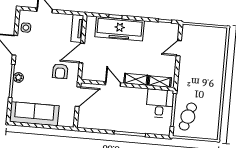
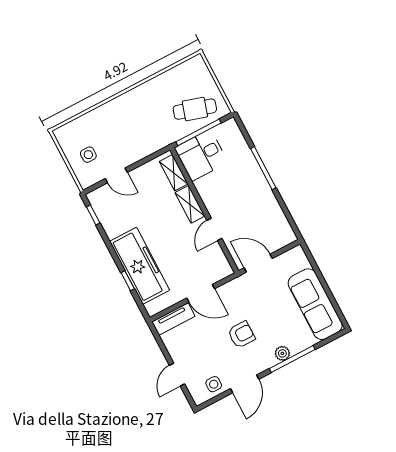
side table: (201, 40) -> (88, 155), added
armchair: (60, 71) -> (241, 335), moved

